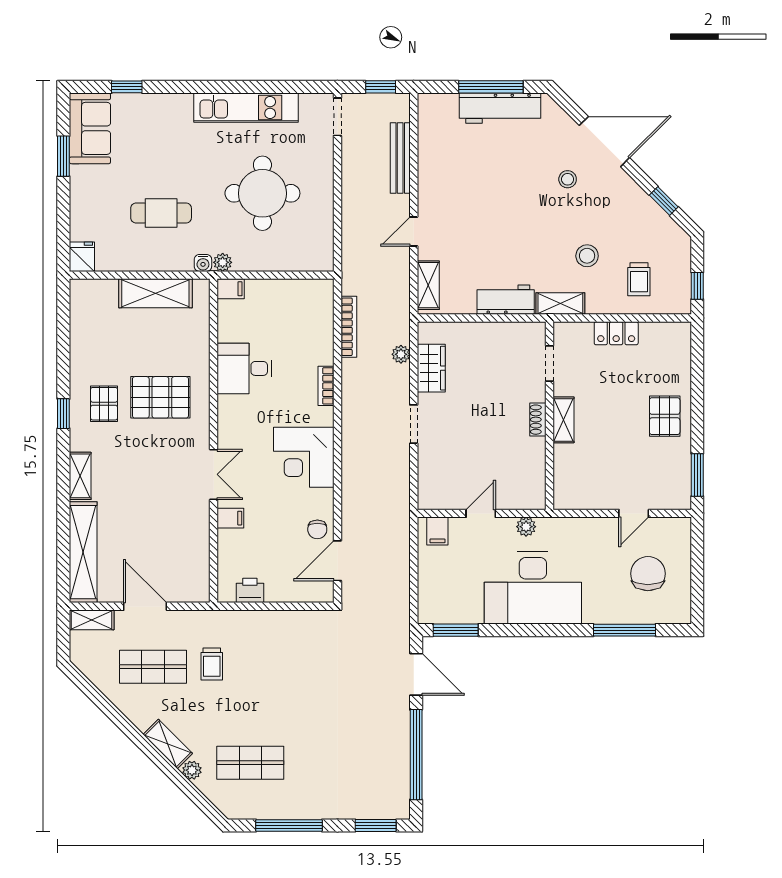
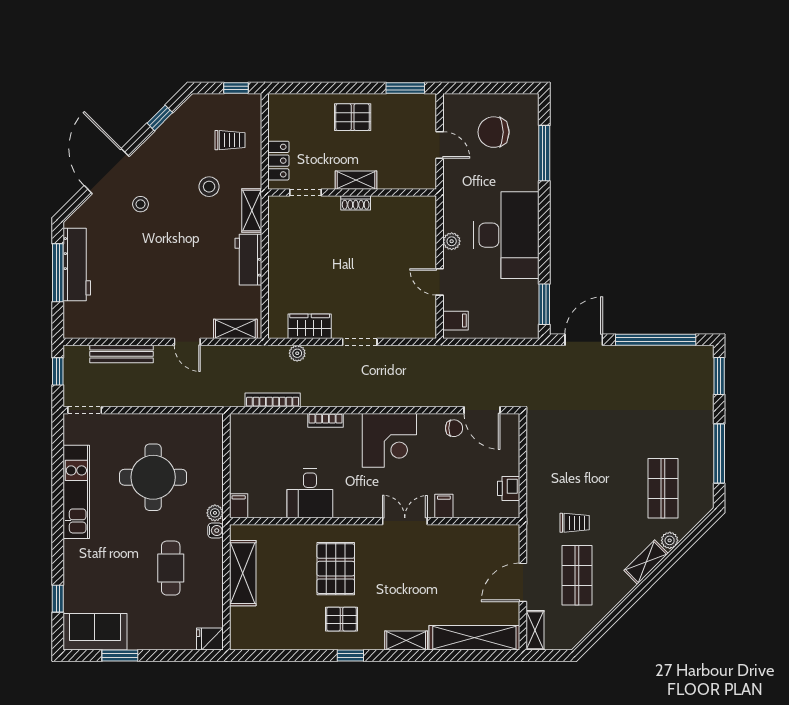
doorway: (549, 364) -> (305, 193), moved
wall: (549, 416) -> (352, 193), moved
shoe rack: (538, 420) -> (356, 203), moved
shelving: (563, 420) -> (356, 180), moved

